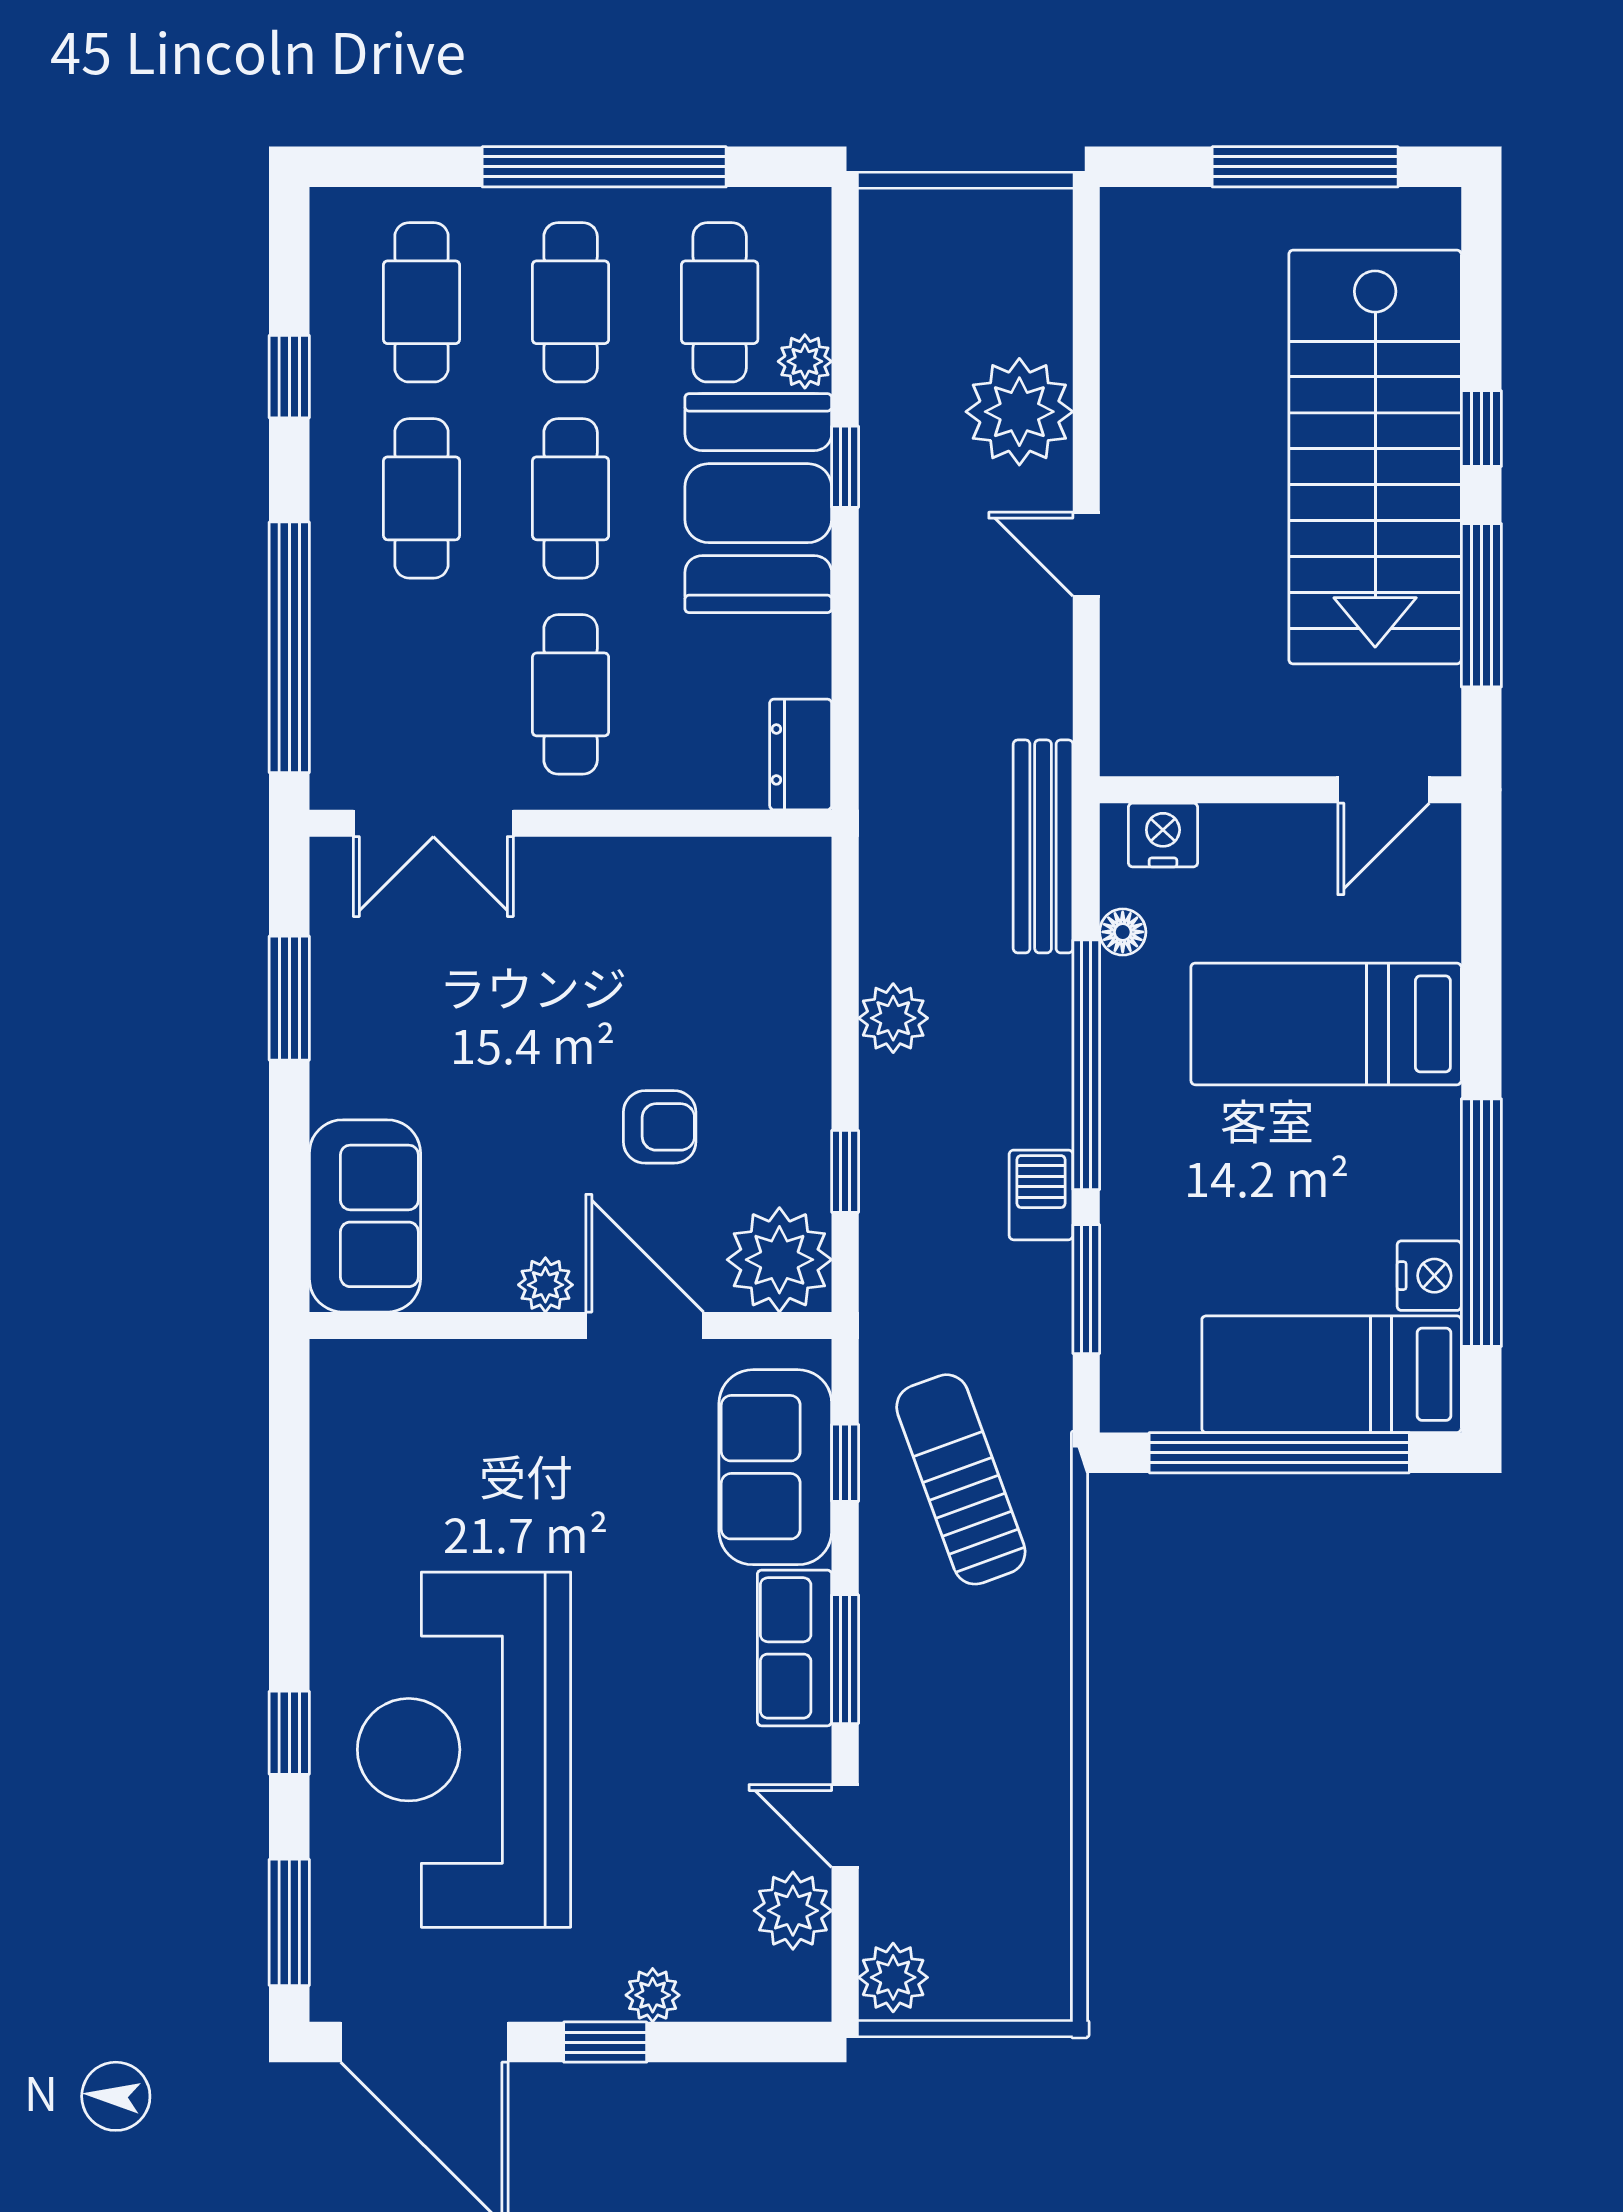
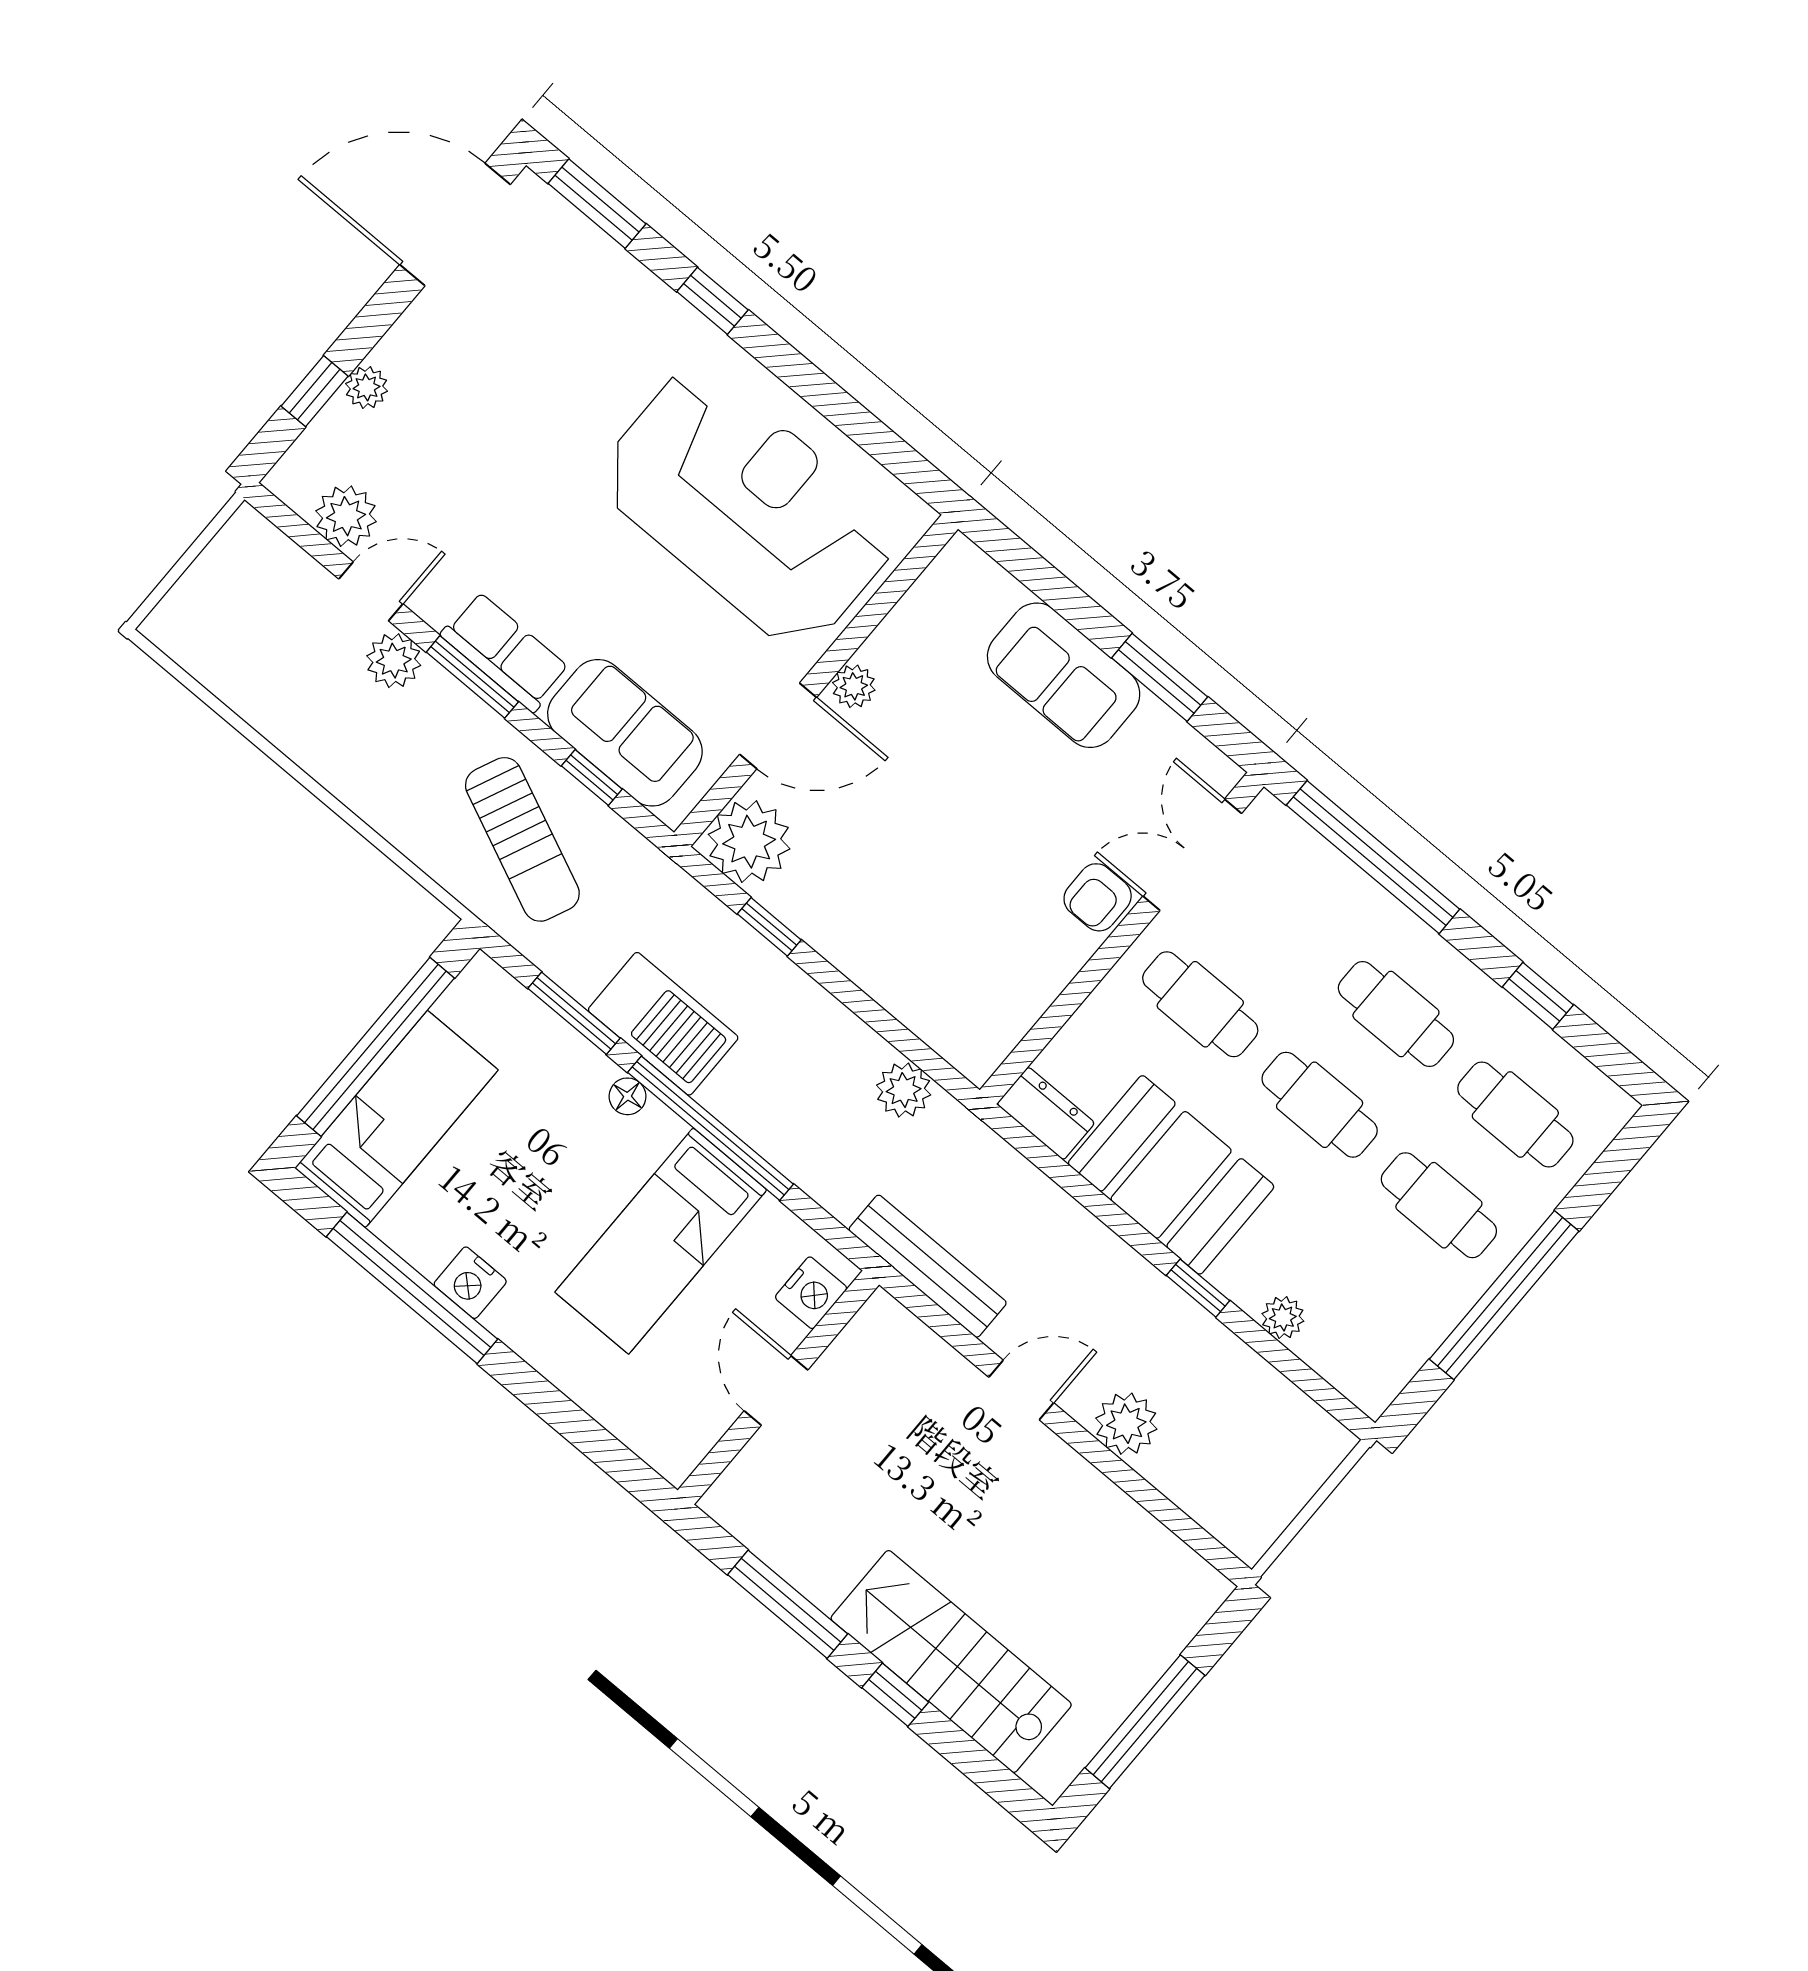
cafe table: (720, 302) -> (1363, 1296), removed
plant: (1019, 412) -> (1126, 1424), width x0.73, depth x0.73
stairs: (1375, 457) -> (951, 1661), width x0.73, depth x0.66
booth: (758, 503) -> (1171, 1175), moved
door: (1384, 790) -> (776, 1390), moved
bench: (1043, 846) -> (928, 1266), moved
floor lamp: (1123, 932) -> (628, 1096), moved
plant: (893, 1018) -> (904, 1090), moved
bed: (1326, 1024) -> (661, 1241), moved, turned 180
armchair: (660, 1127) -> (1098, 897), moved
barbecue: (1041, 1195) -> (663, 1024), width x1.88, depth x1.53
sofa: (365, 1216) -> (1064, 675), moved
nightstand: (1429, 1276) -> (470, 1283), moved
sun lounger: (961, 1479) -> (522, 839), turned 44
reception desk: (464, 1750) -> (748, 507), moved
plant: (893, 1977) -> (394, 661), moved
window: (605, 2042) -> (315, 391), moved

